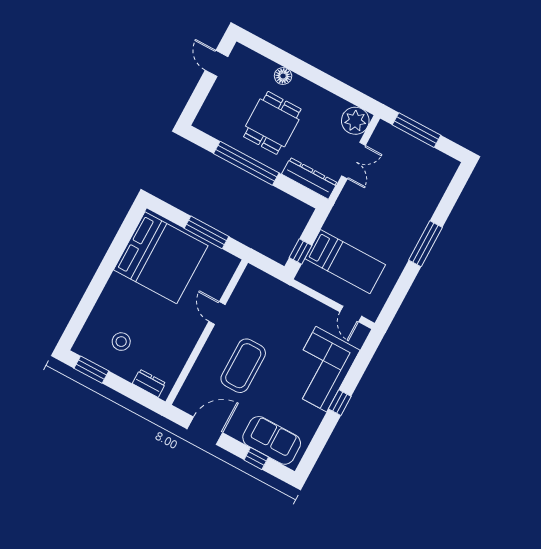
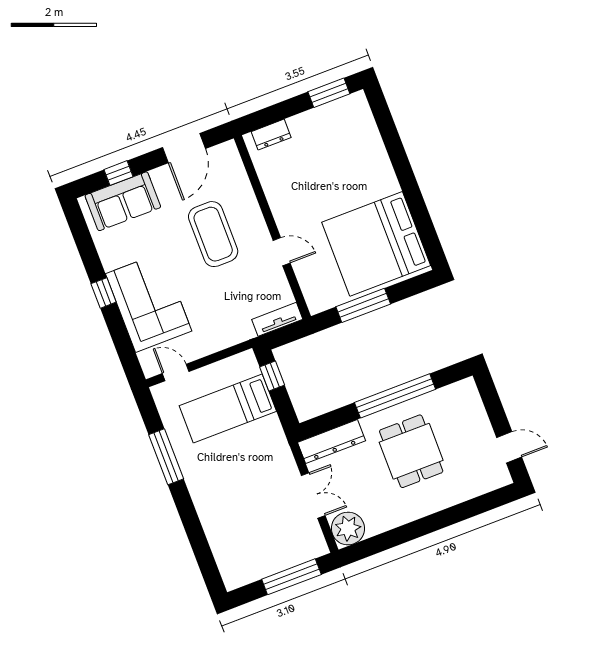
floor lamp: (283, 76) -> (445, 498), removed
double door: (353, 161) -> (313, 495), swing flipped
window: (425, 244) -> (166, 457), moved
tv unit: (262, 279) -> (277, 319), added
stool: (121, 342) -> (331, 142), removed

